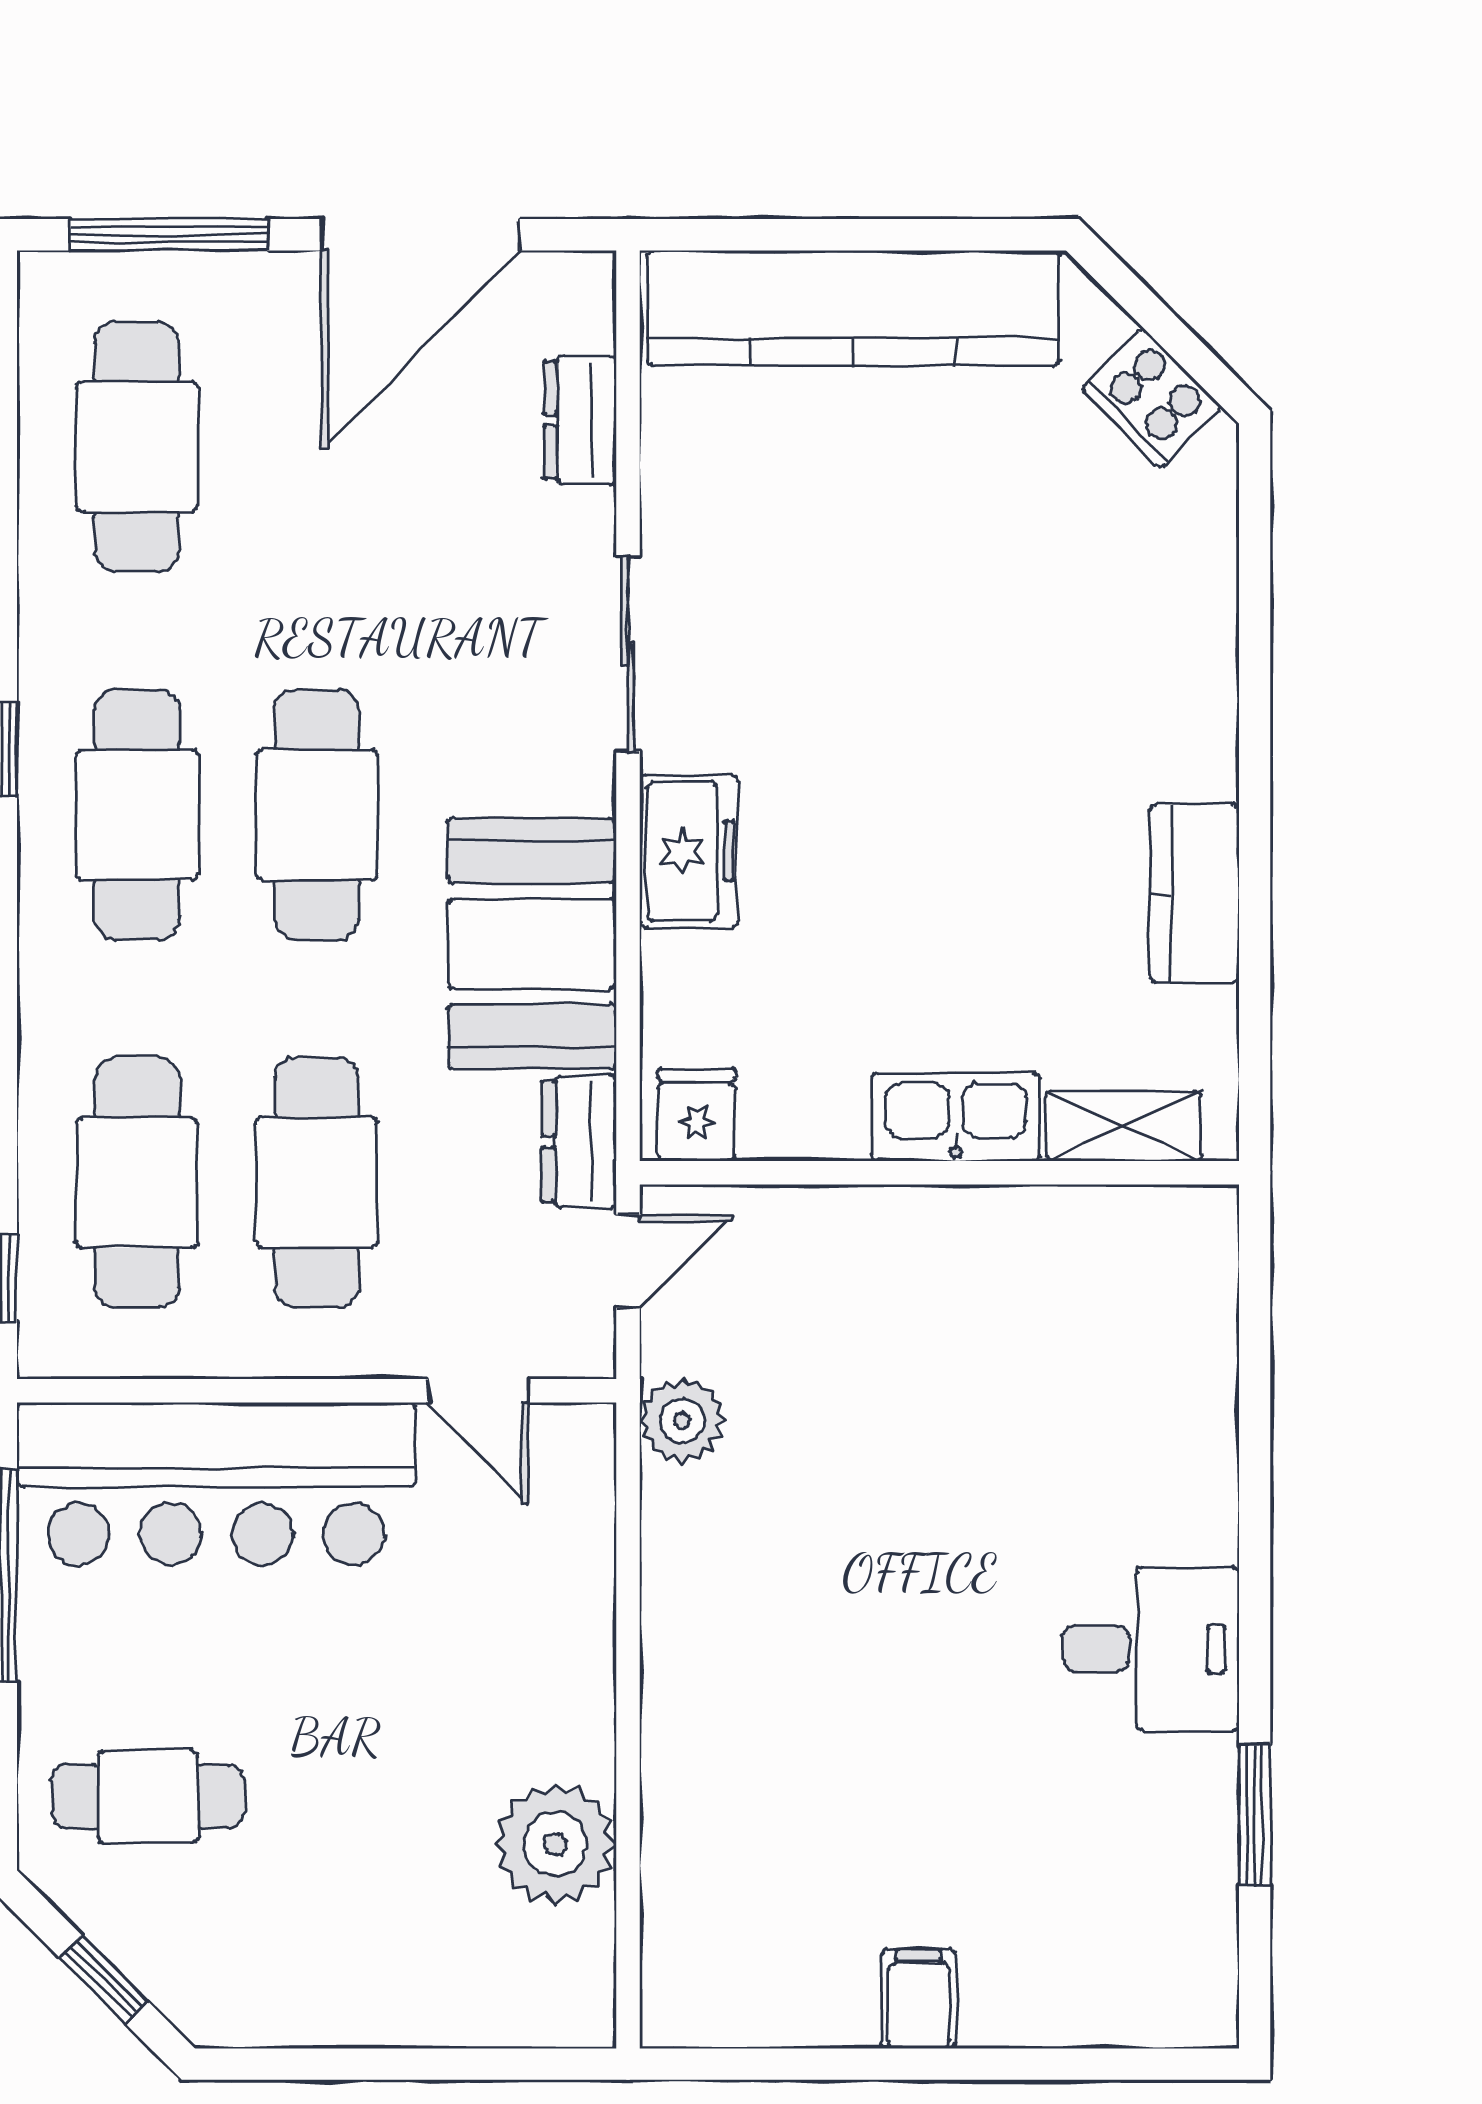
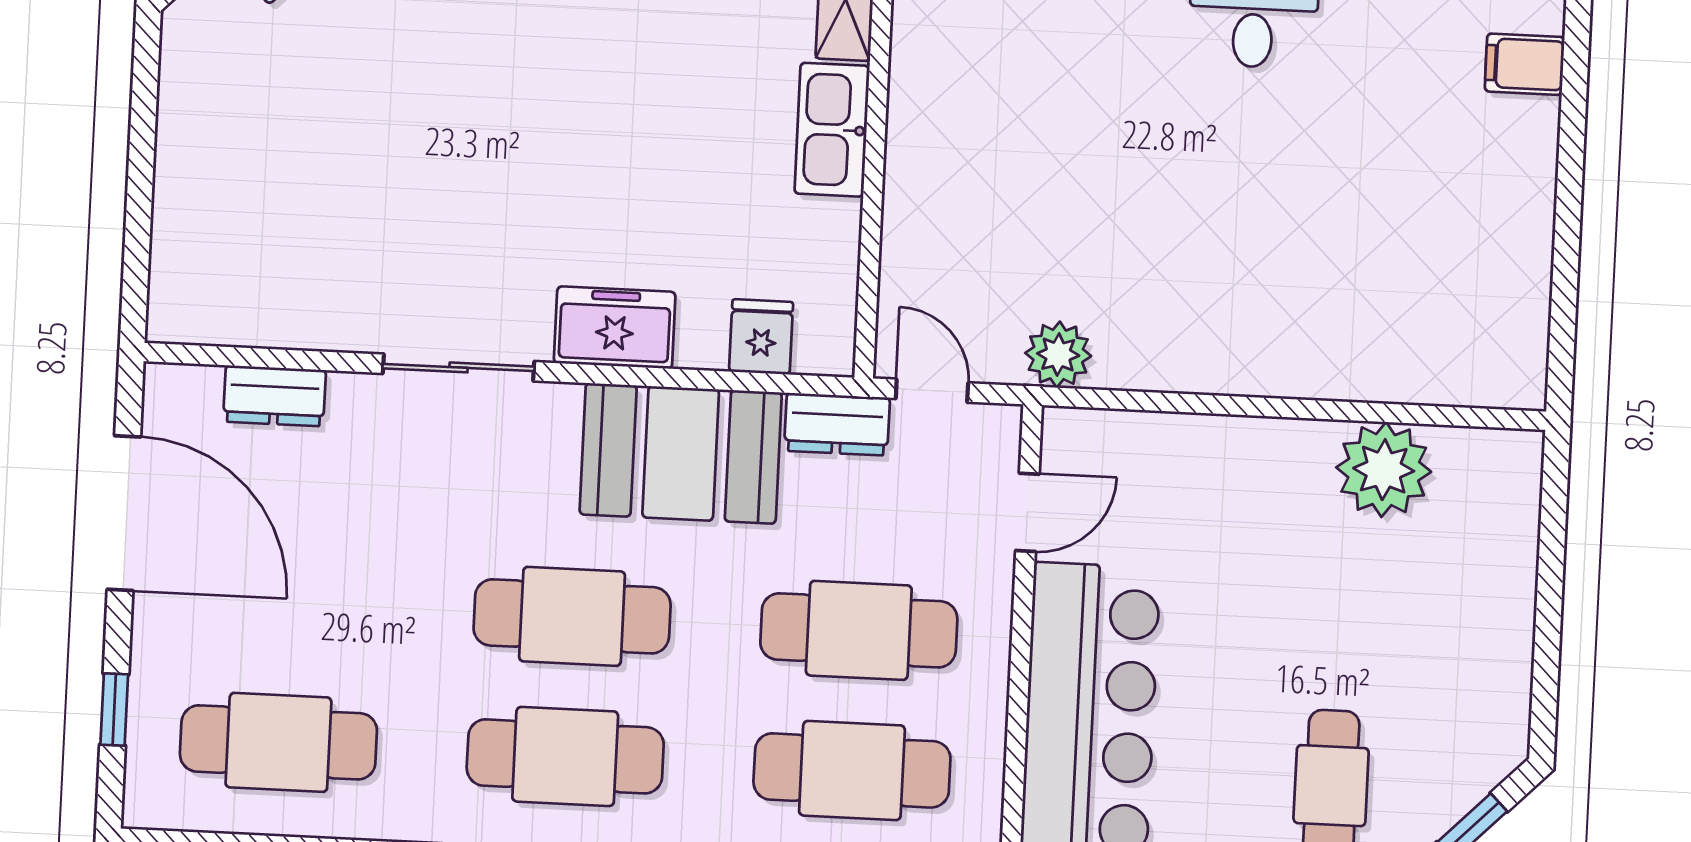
window: (169, 235) -> (114, 709), width x0.46
kitchen counter: (853, 308) -> (197, 179), removed
fridge: (697, 1115) -> (761, 337), moved, turned 90
filing cabinet: (918, 1999) -> (1525, 64), moved

